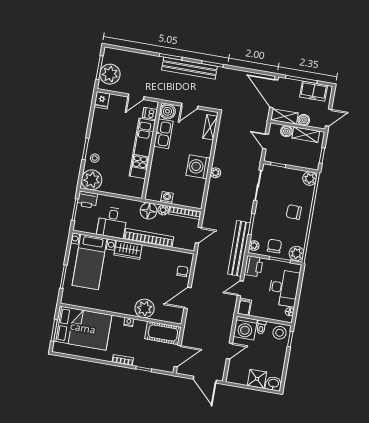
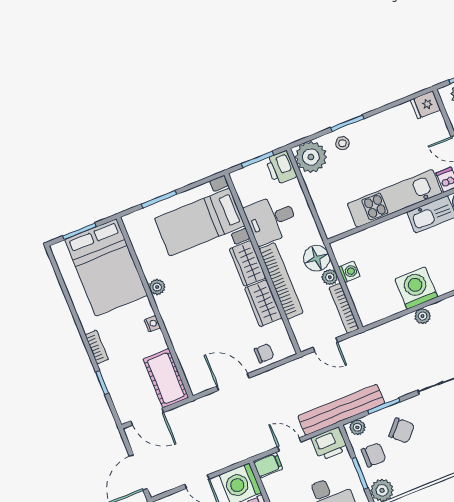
chair: (294, 212) -> (402, 430), moved, turned 131
wardrobe: (155, 255) -> (263, 303), added
plant: (145, 308) -> (157, 287), moved, width x0.53, depth x0.53

